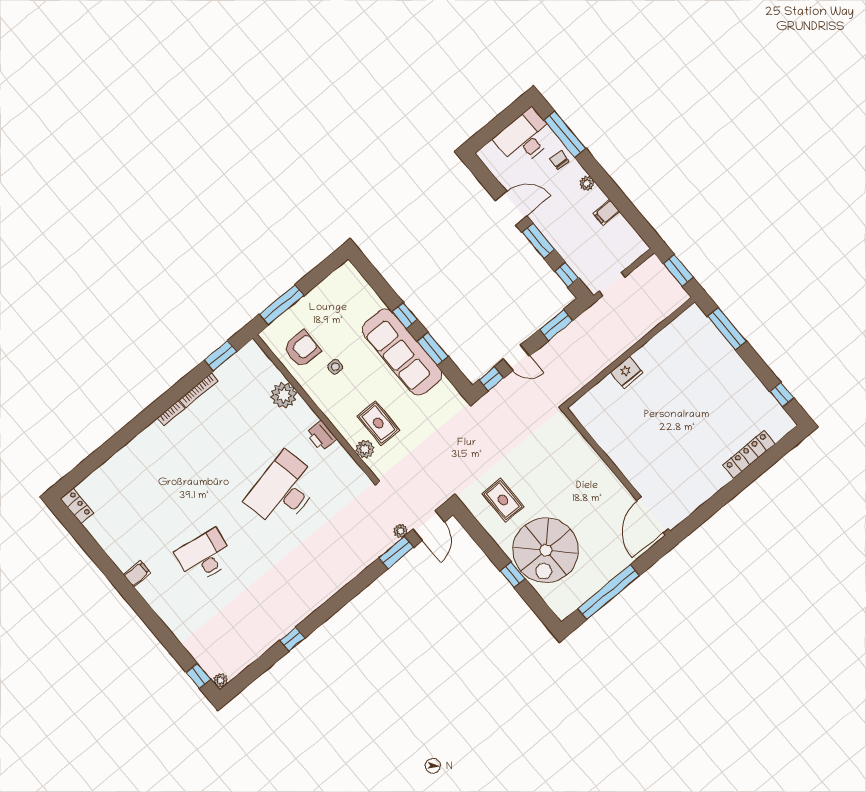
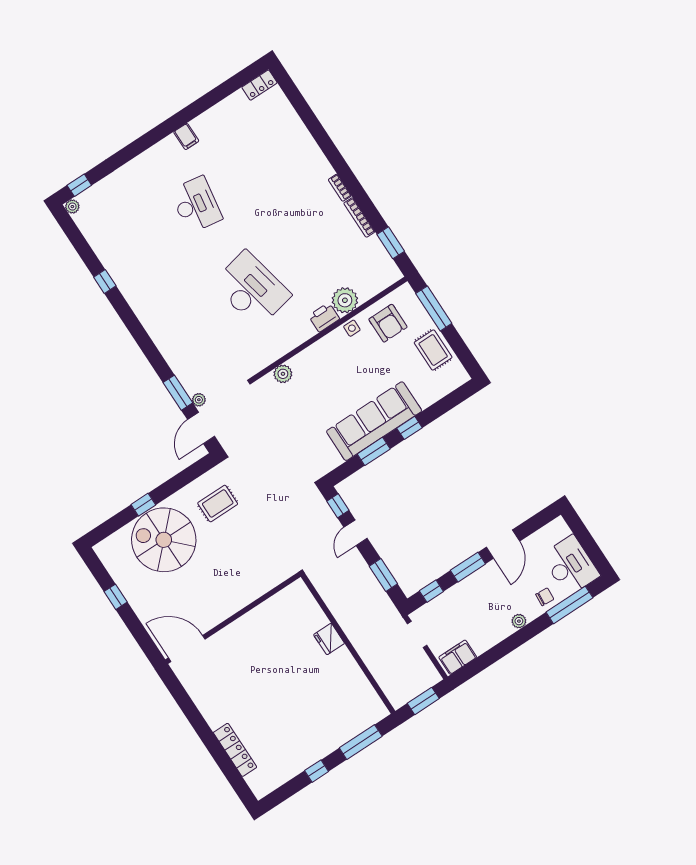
filing cabinet: (607, 212) -> (458, 657), moved, width x2.00
side table: (335, 367) -> (352, 328), moved
window: (782, 395) -> (317, 771), moved
rug: (378, 423) -> (433, 350), moved, turned 90
printer: (321, 436) -> (324, 317), moved
door: (429, 525) -> (201, 428), hinge flipped
window: (609, 592) -> (116, 597), width x0.32

